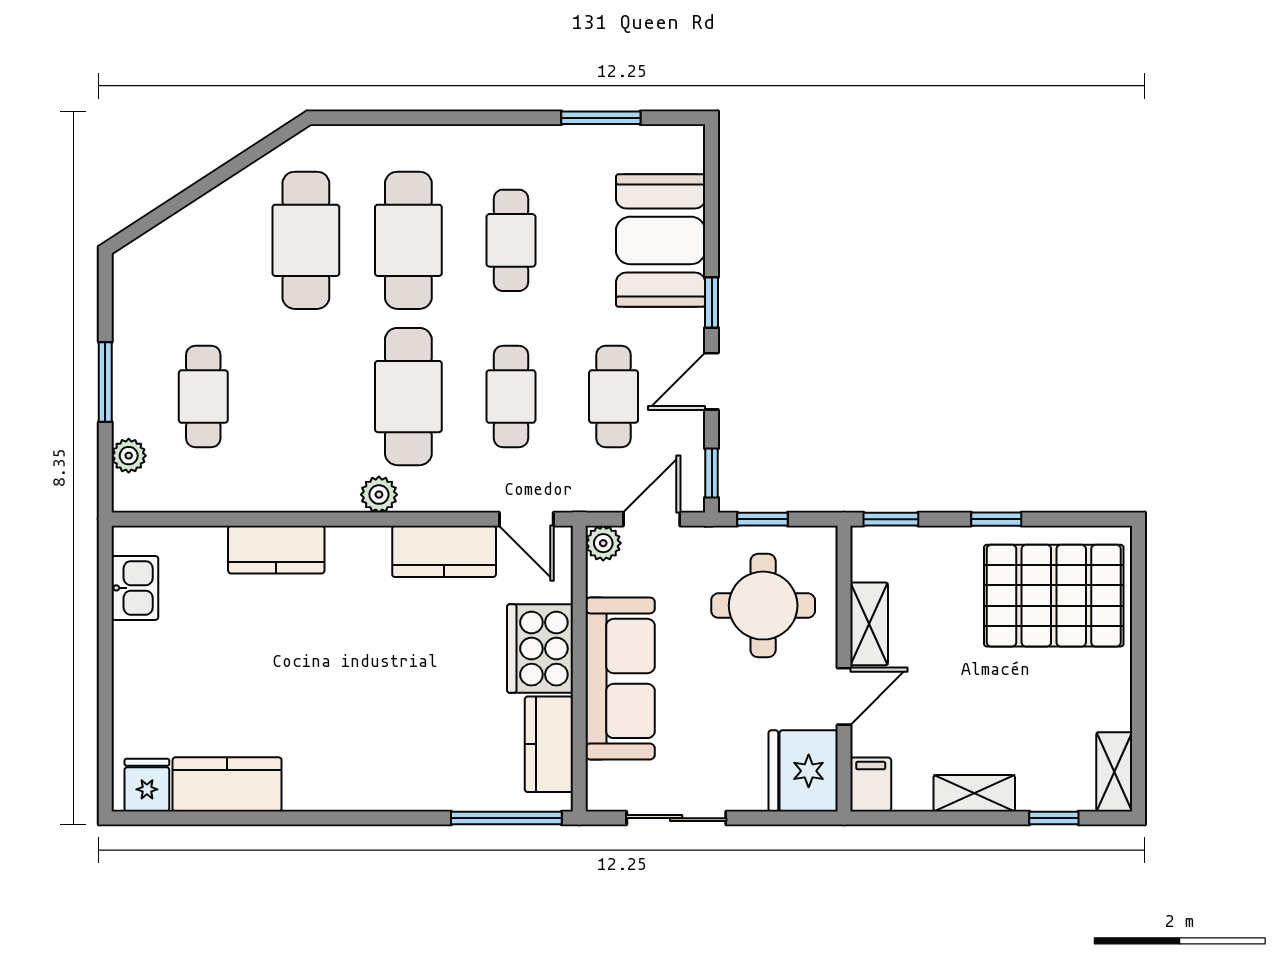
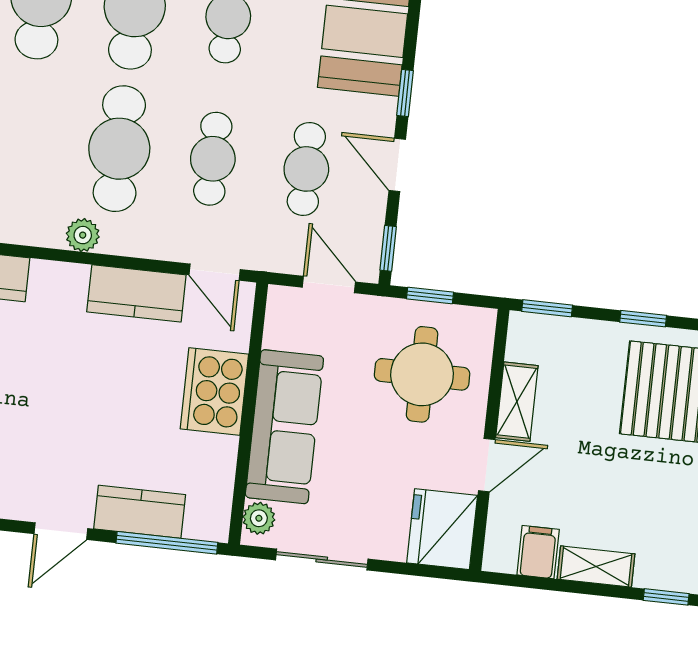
door: (712, 381) -> (397, 165), hinge flipped
door: (652, 519) -> (329, 285), hinge flipped
plant: (603, 543) -> (259, 518), moved
kitchen counter: (549, 744) -> (140, 512), moved, turned 90
filing cabinet: (871, 785) -> (538, 552), moved
door: (390, 818) -> (61, 531), added

